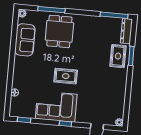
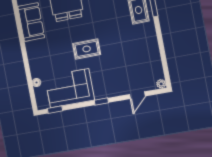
corner sofa: (56, 106) -> (70, 88), moved

